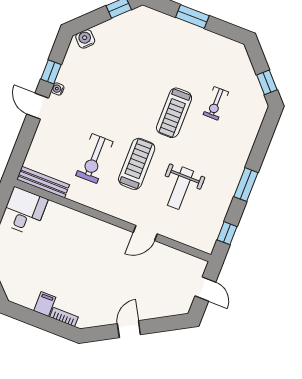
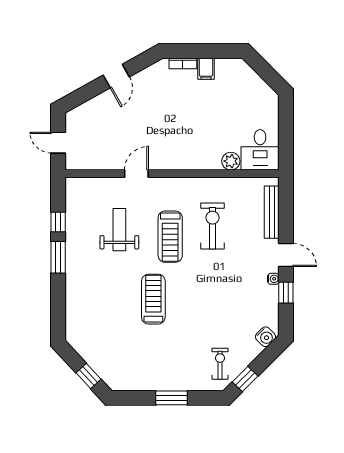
window: (267, 82) -> (88, 376), moved
exercise bike: (216, 103) -> (220, 364), moved
bench: (43, 182) -> (272, 212), moved, turned 90
plant: (55, 211) -> (231, 161), added
window: (227, 233) -> (58, 222), moved

